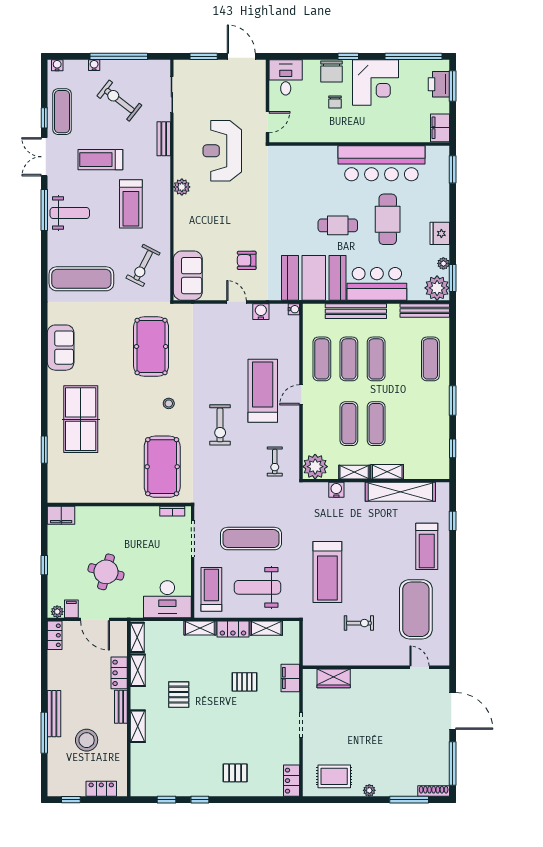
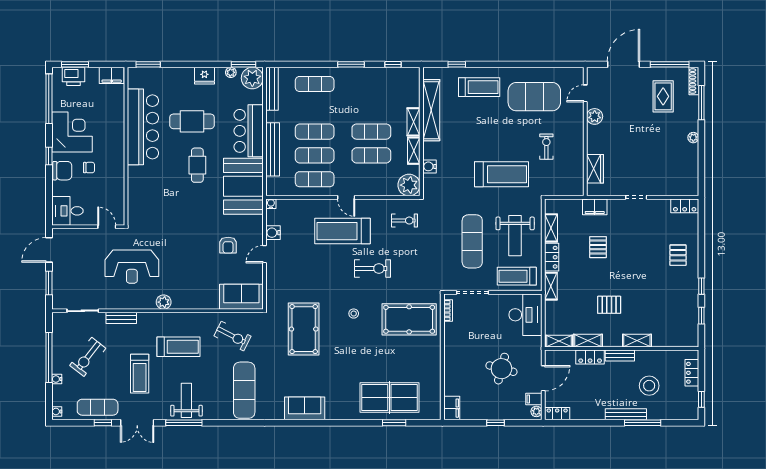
pool table: (151, 347) -> (304, 329), turned 90
table tennis table: (81, 419) -> (389, 397), moved
plant: (393, 678) -> (595, 116), added
rug: (334, 776) -> (663, 96), moved

